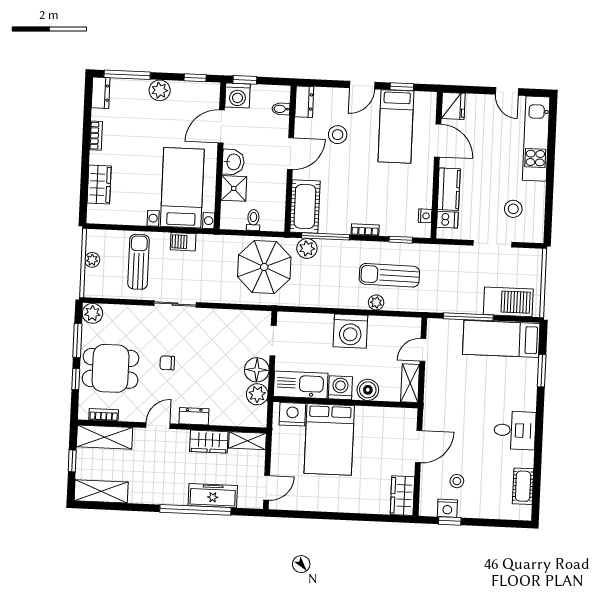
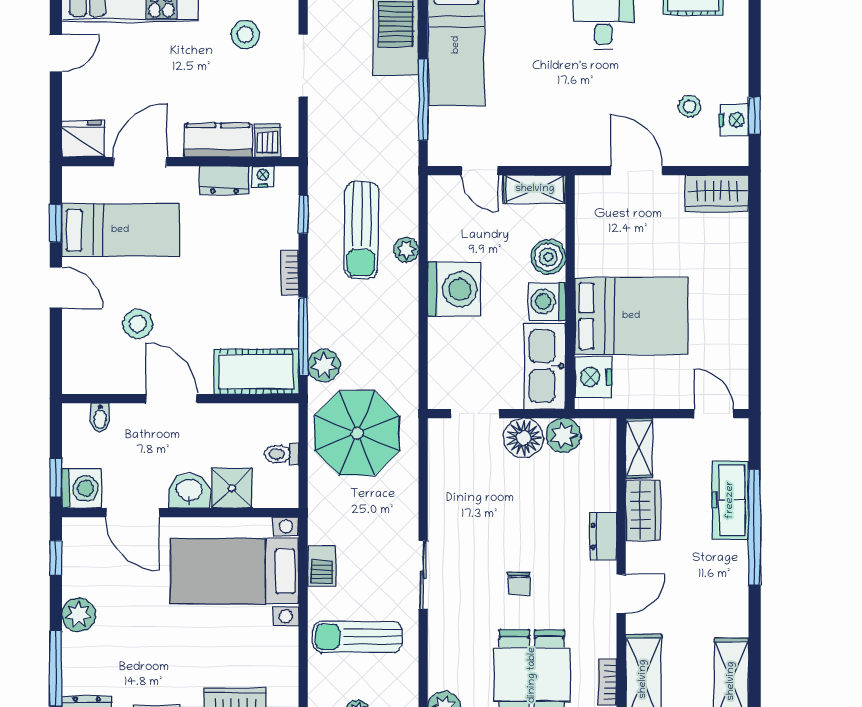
dresser: (304, 102) -> (224, 180), moved, turned 180
door: (158, 426) -> (621, 594), swing flipped

